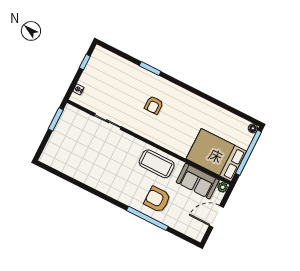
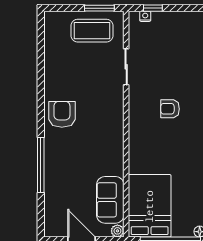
window: (85, 62) -> (153, 8), moved
coffee table: (157, 164) -> (92, 31), moved, turned 90
armchair: (157, 199) -> (62, 114), moved

